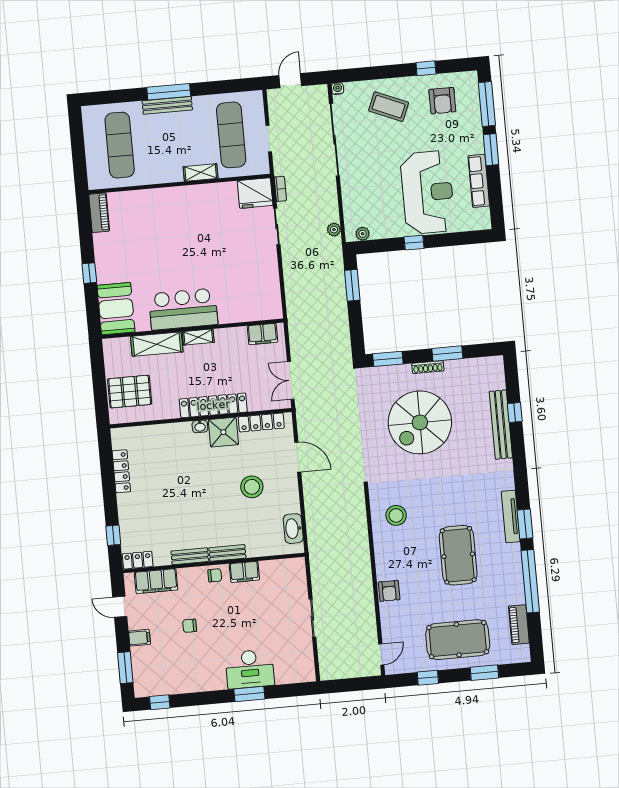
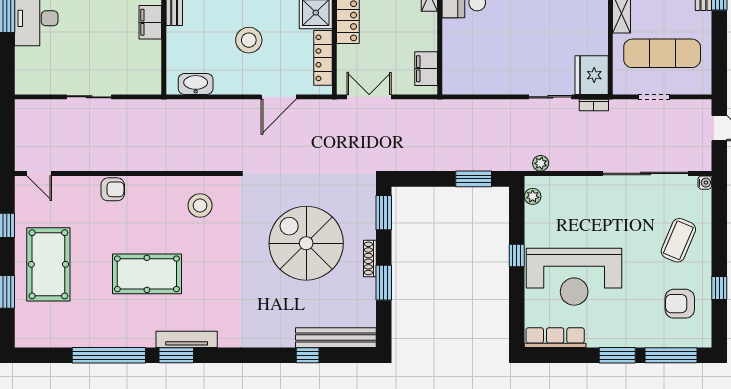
row of seats: (479, 181) -> (555, 338), moved
bench: (501, 425) -> (336, 338), moved
armchair: (389, 591) -> (113, 189), turned 180
piano: (519, 625) -> (59, 337), removed

